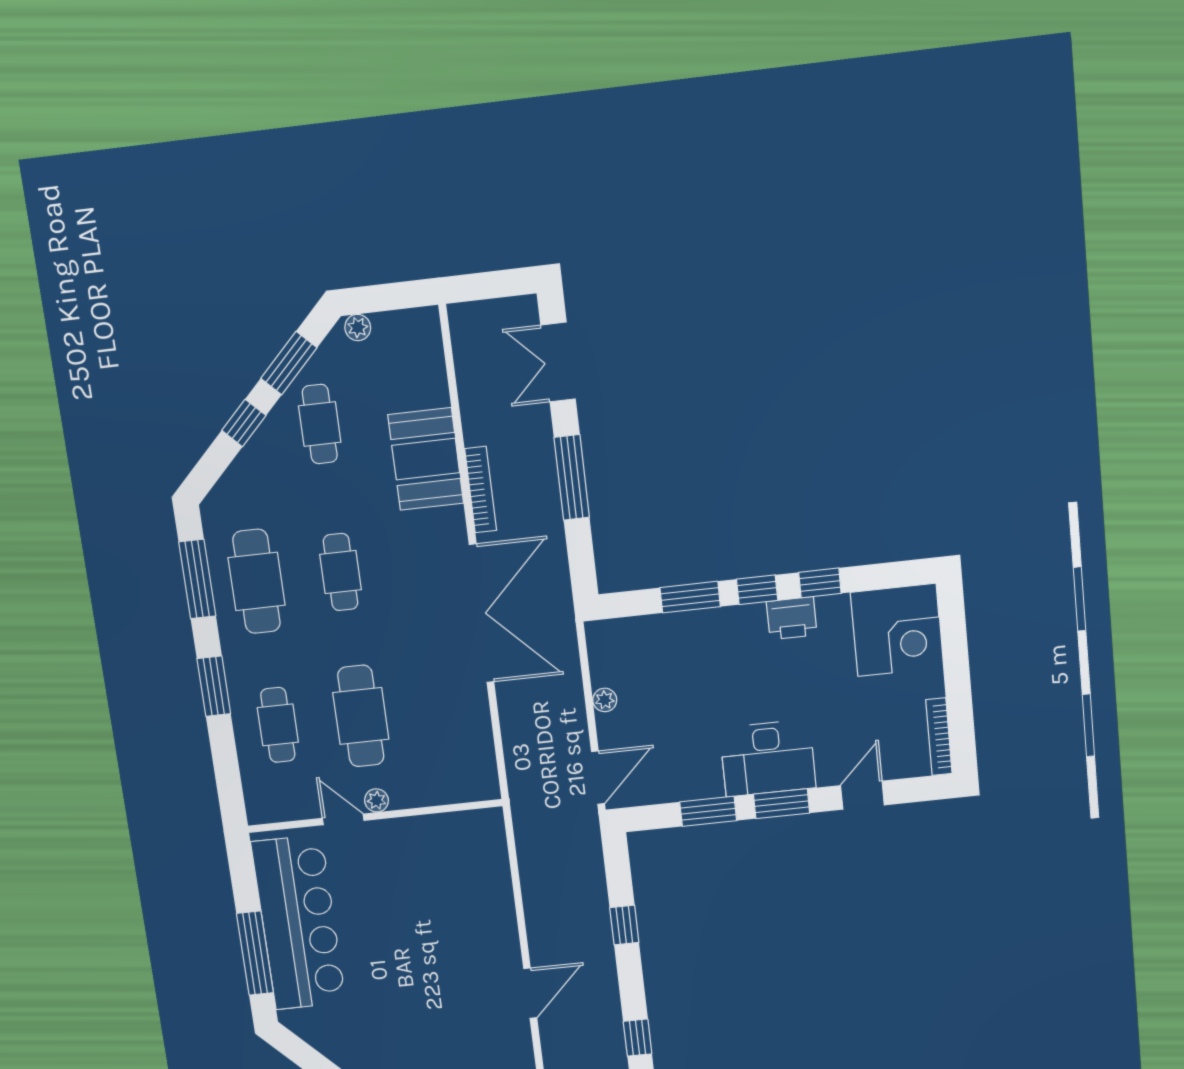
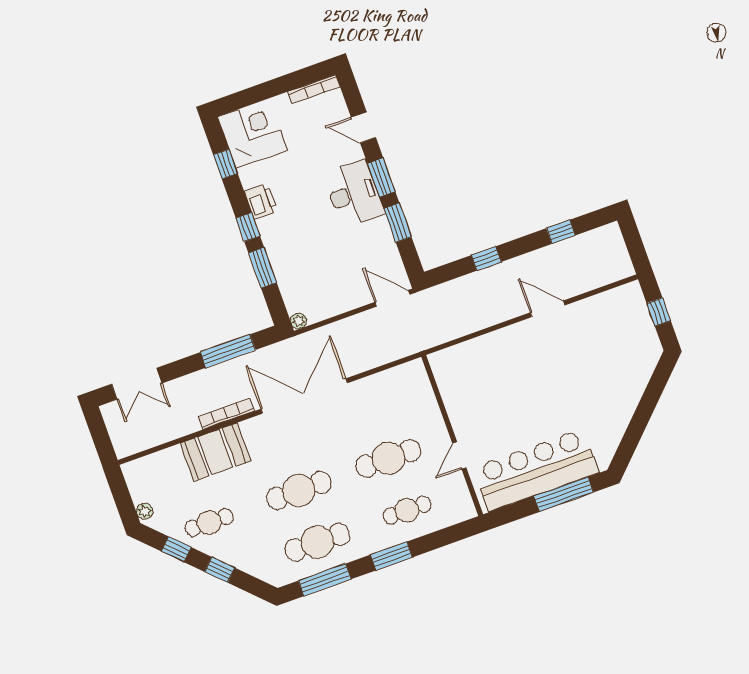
window: (289, 363) -> (176, 549), width x0.67
window: (572, 477) -> (228, 351), moved
cafe table: (341, 572) -> (299, 490), width x1.37, depth x1.35
window: (820, 583) -> (225, 164), moved
plant: (605, 700) -> (299, 321), moved
plant: (376, 800) -> (442, 437), removed

